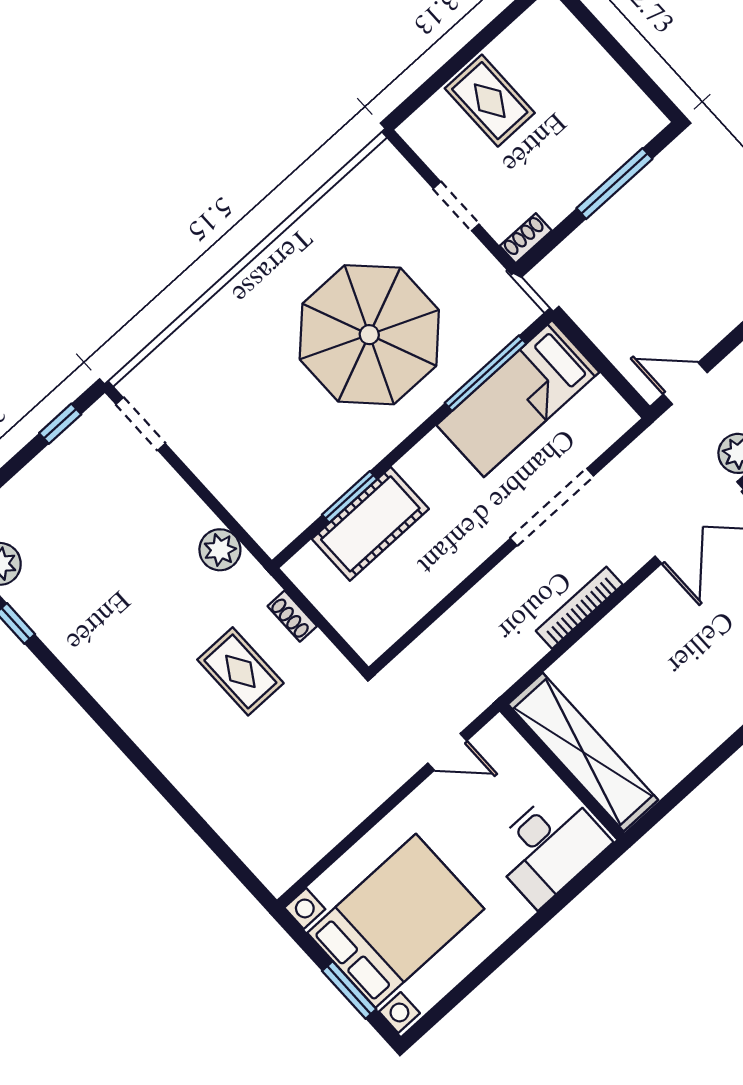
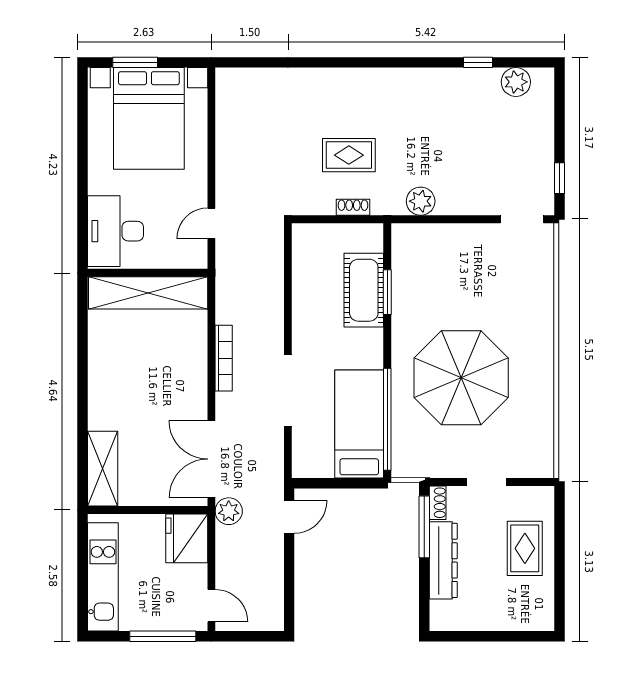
rug: (490, 101) -> (525, 548), turned 90
dresser: (582, 176) -> (443, 560), added
window: (614, 184) -> (424, 527), moved
window: (485, 373) -> (387, 419), width x1.46

